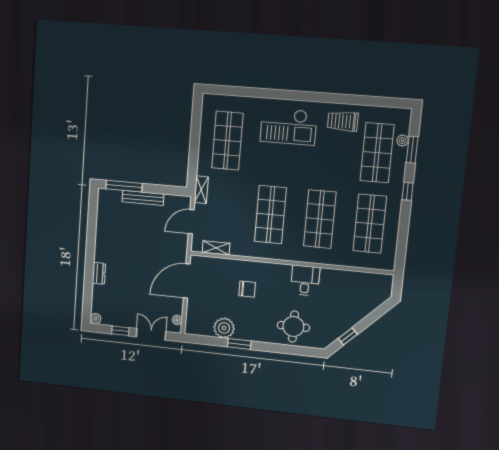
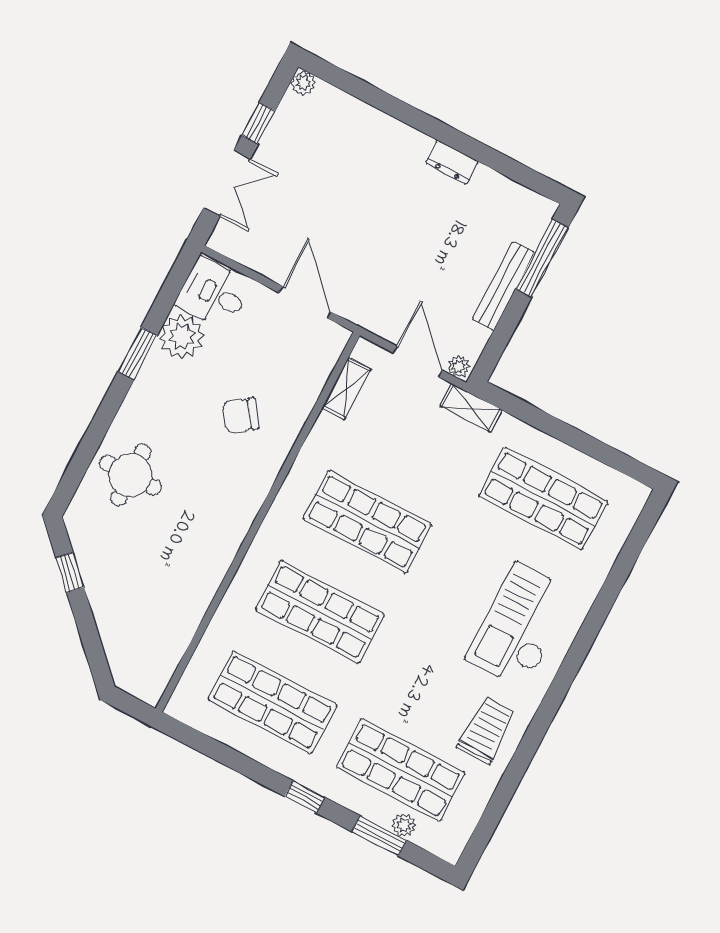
dresser: (99, 273) -> (452, 162), moved
desk: (305, 280) -> (213, 294), moved, turned 180
door: (187, 281) -> (305, 302), width x0.73
chair: (247, 289) -> (241, 415), turned 54
plant: (177, 320) -> (459, 367), moved

